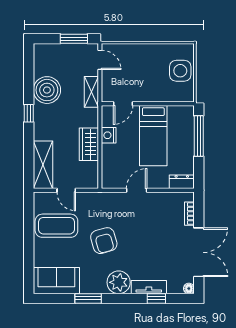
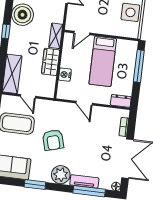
shelving: (91, 92) -> (56, 36), moved
nightstand: (109, 135) -> (65, 75), moved
door: (137, 190) -> (84, 103), swing flipped
window: (156, 298) -> (89, 191), width x2.17

